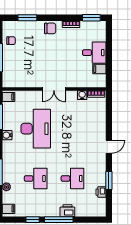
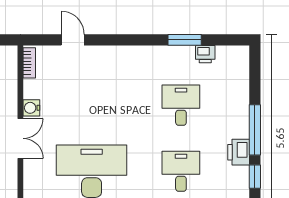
water cooler: (82, 95) -> (31, 108), moved
door: (109, 147) -> (73, 40), moved
printer: (67, 211) -> (239, 152), moved

